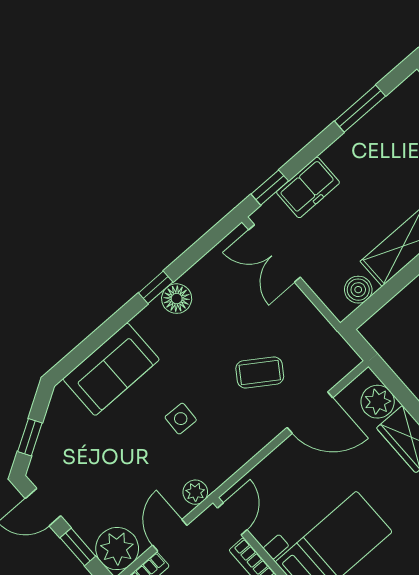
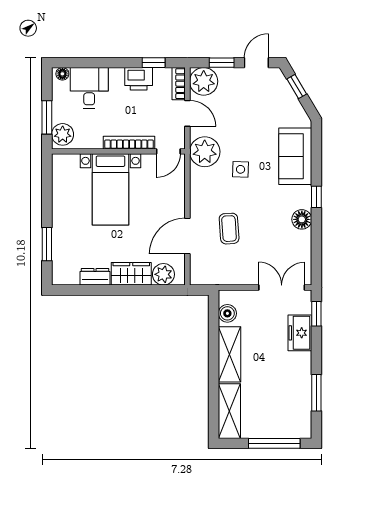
window: (156, 287) -> (316, 197), moved
coffee table: (260, 372) -> (229, 229), turned -38
plant: (195, 492) -> (205, 152), width x1.88, depth x1.88
door: (232, 519) -> (168, 151), hinge flipped

